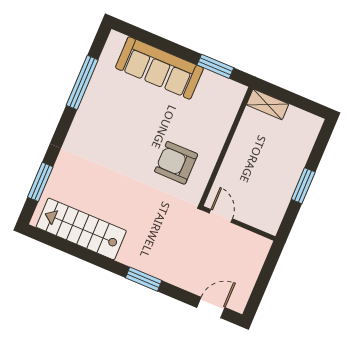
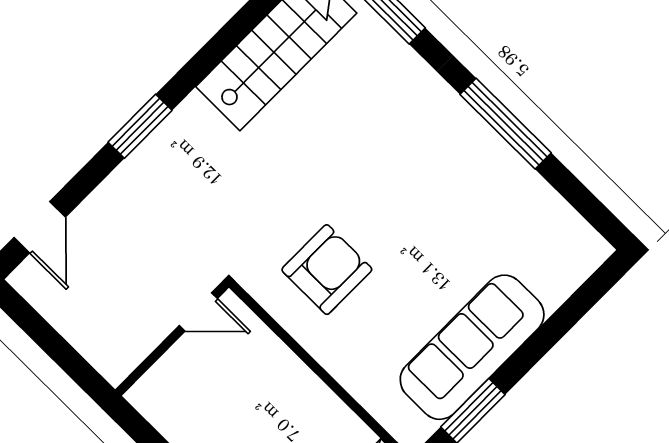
sofa: (159, 68) -> (472, 347), moved
window: (82, 83) -> (506, 124), moved

